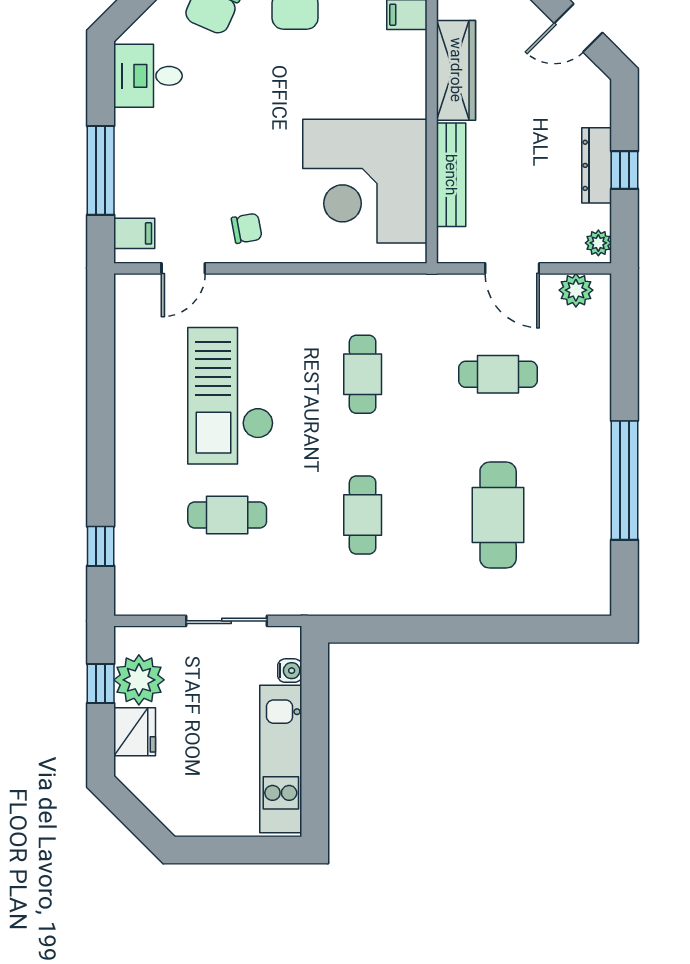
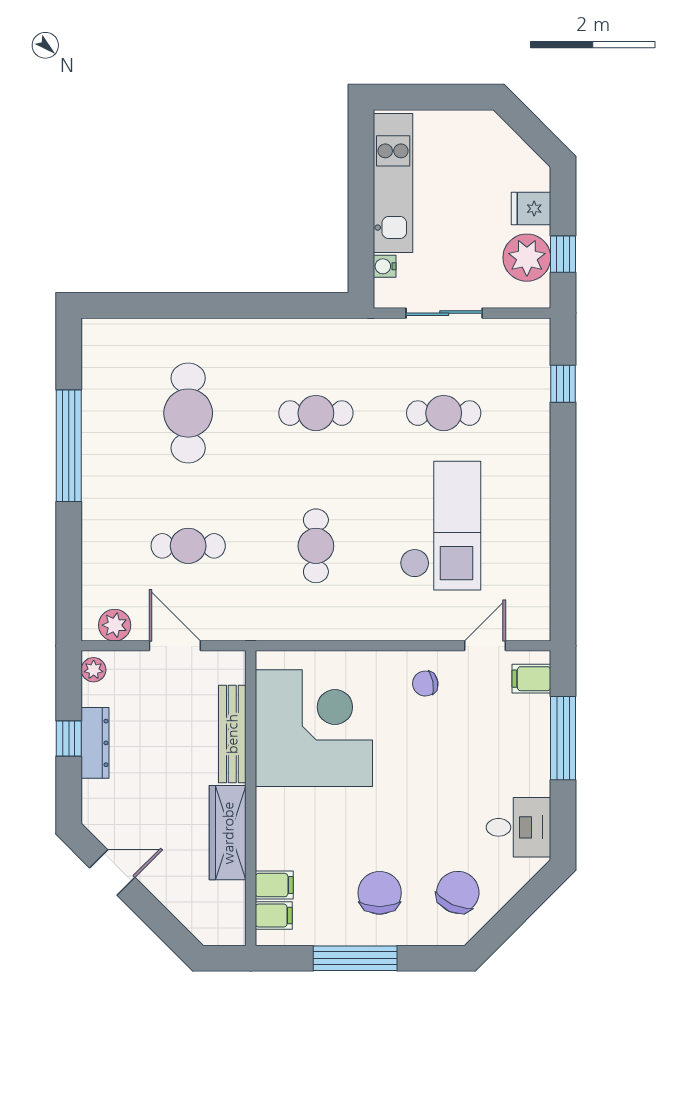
cafe table: (363, 515) -> (316, 413), turned 90
fridge: (135, 732) -> (531, 209), width x0.72

